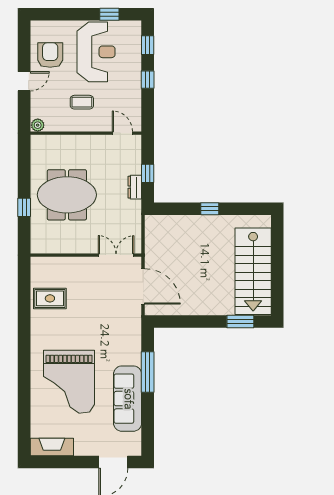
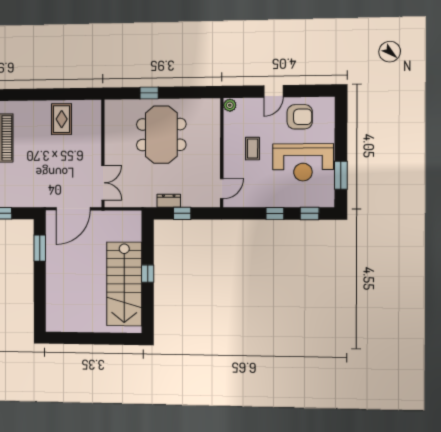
window: (109, 14) -> (341, 175), width x1.50
door: (24, 81) -> (273, 91), hinge flipped
stairs: (253, 271) -> (124, 284), moved, turned -90
window: (240, 321) -> (40, 248), moved

